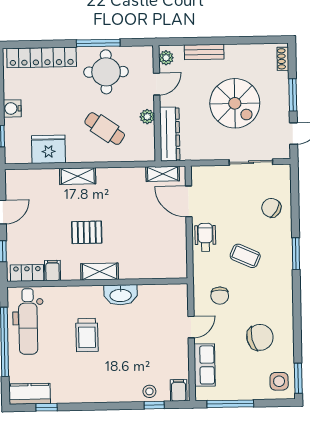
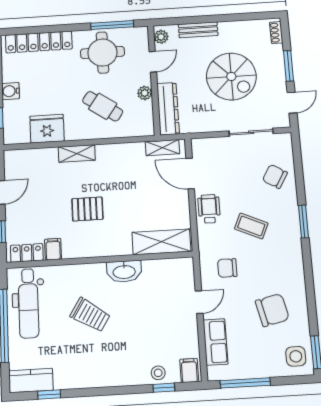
window: (98, 43) -> (112, 25), moved
shelving: (100, 272) -> (161, 242), moved, width x1.50, depth x1.33
chair: (220, 296) -> (227, 268), turned 90
trolley: (87, 335) -> (90, 315), turned -58

